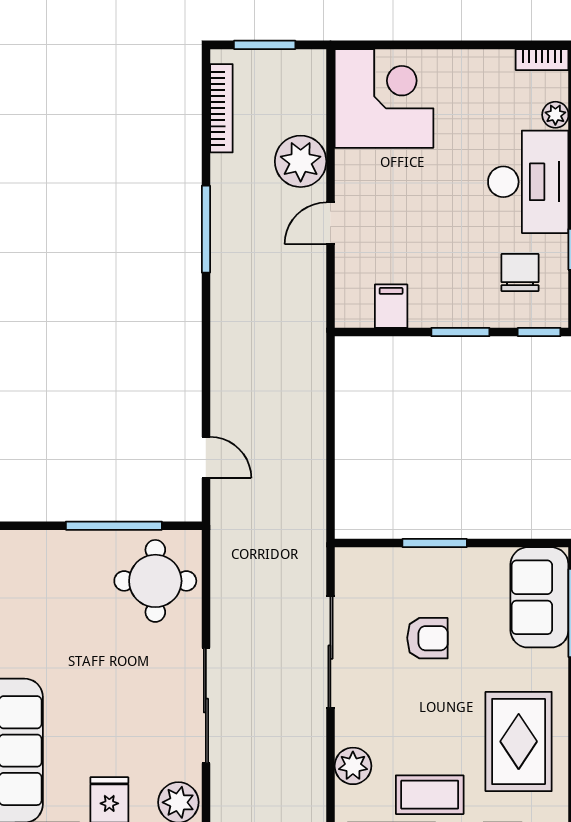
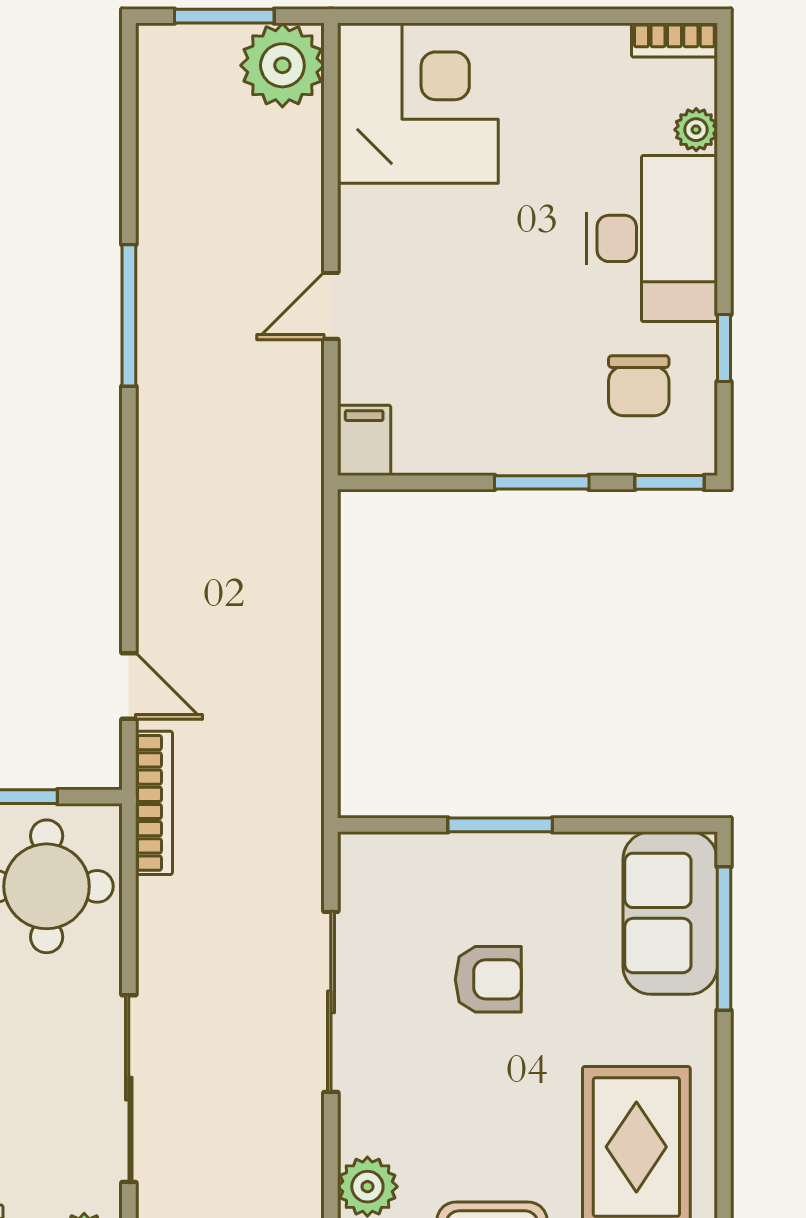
bookcase: (221, 108) -> (154, 803), moved
plant: (301, 161) -> (282, 65), moved
chair: (520, 273) -> (639, 386), turned 180
filing cabinet: (391, 306) -> (364, 440), moved

